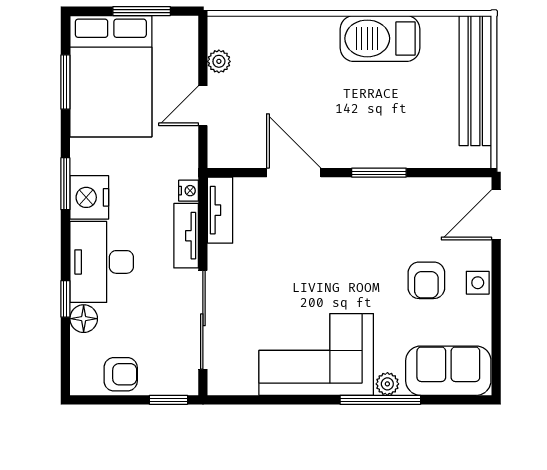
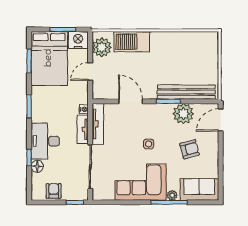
barbecue: (380, 38) -> (132, 42), moved
plant: (219, 61) -> (102, 47), width x1.88, depth x1.88
bench: (475, 81) -> (186, 92), moved, turned 90
nightstand: (89, 197) -> (78, 40), moved, turned 90
plant: (412, 200) -> (183, 114), added
tv unit: (220, 210) -> (98, 124), width x1.41
armchair: (426, 280) -> (190, 149), turned -105
side table: (478, 283) -> (149, 144), moved
armchair: (121, 374) -> (54, 191), turned -90

